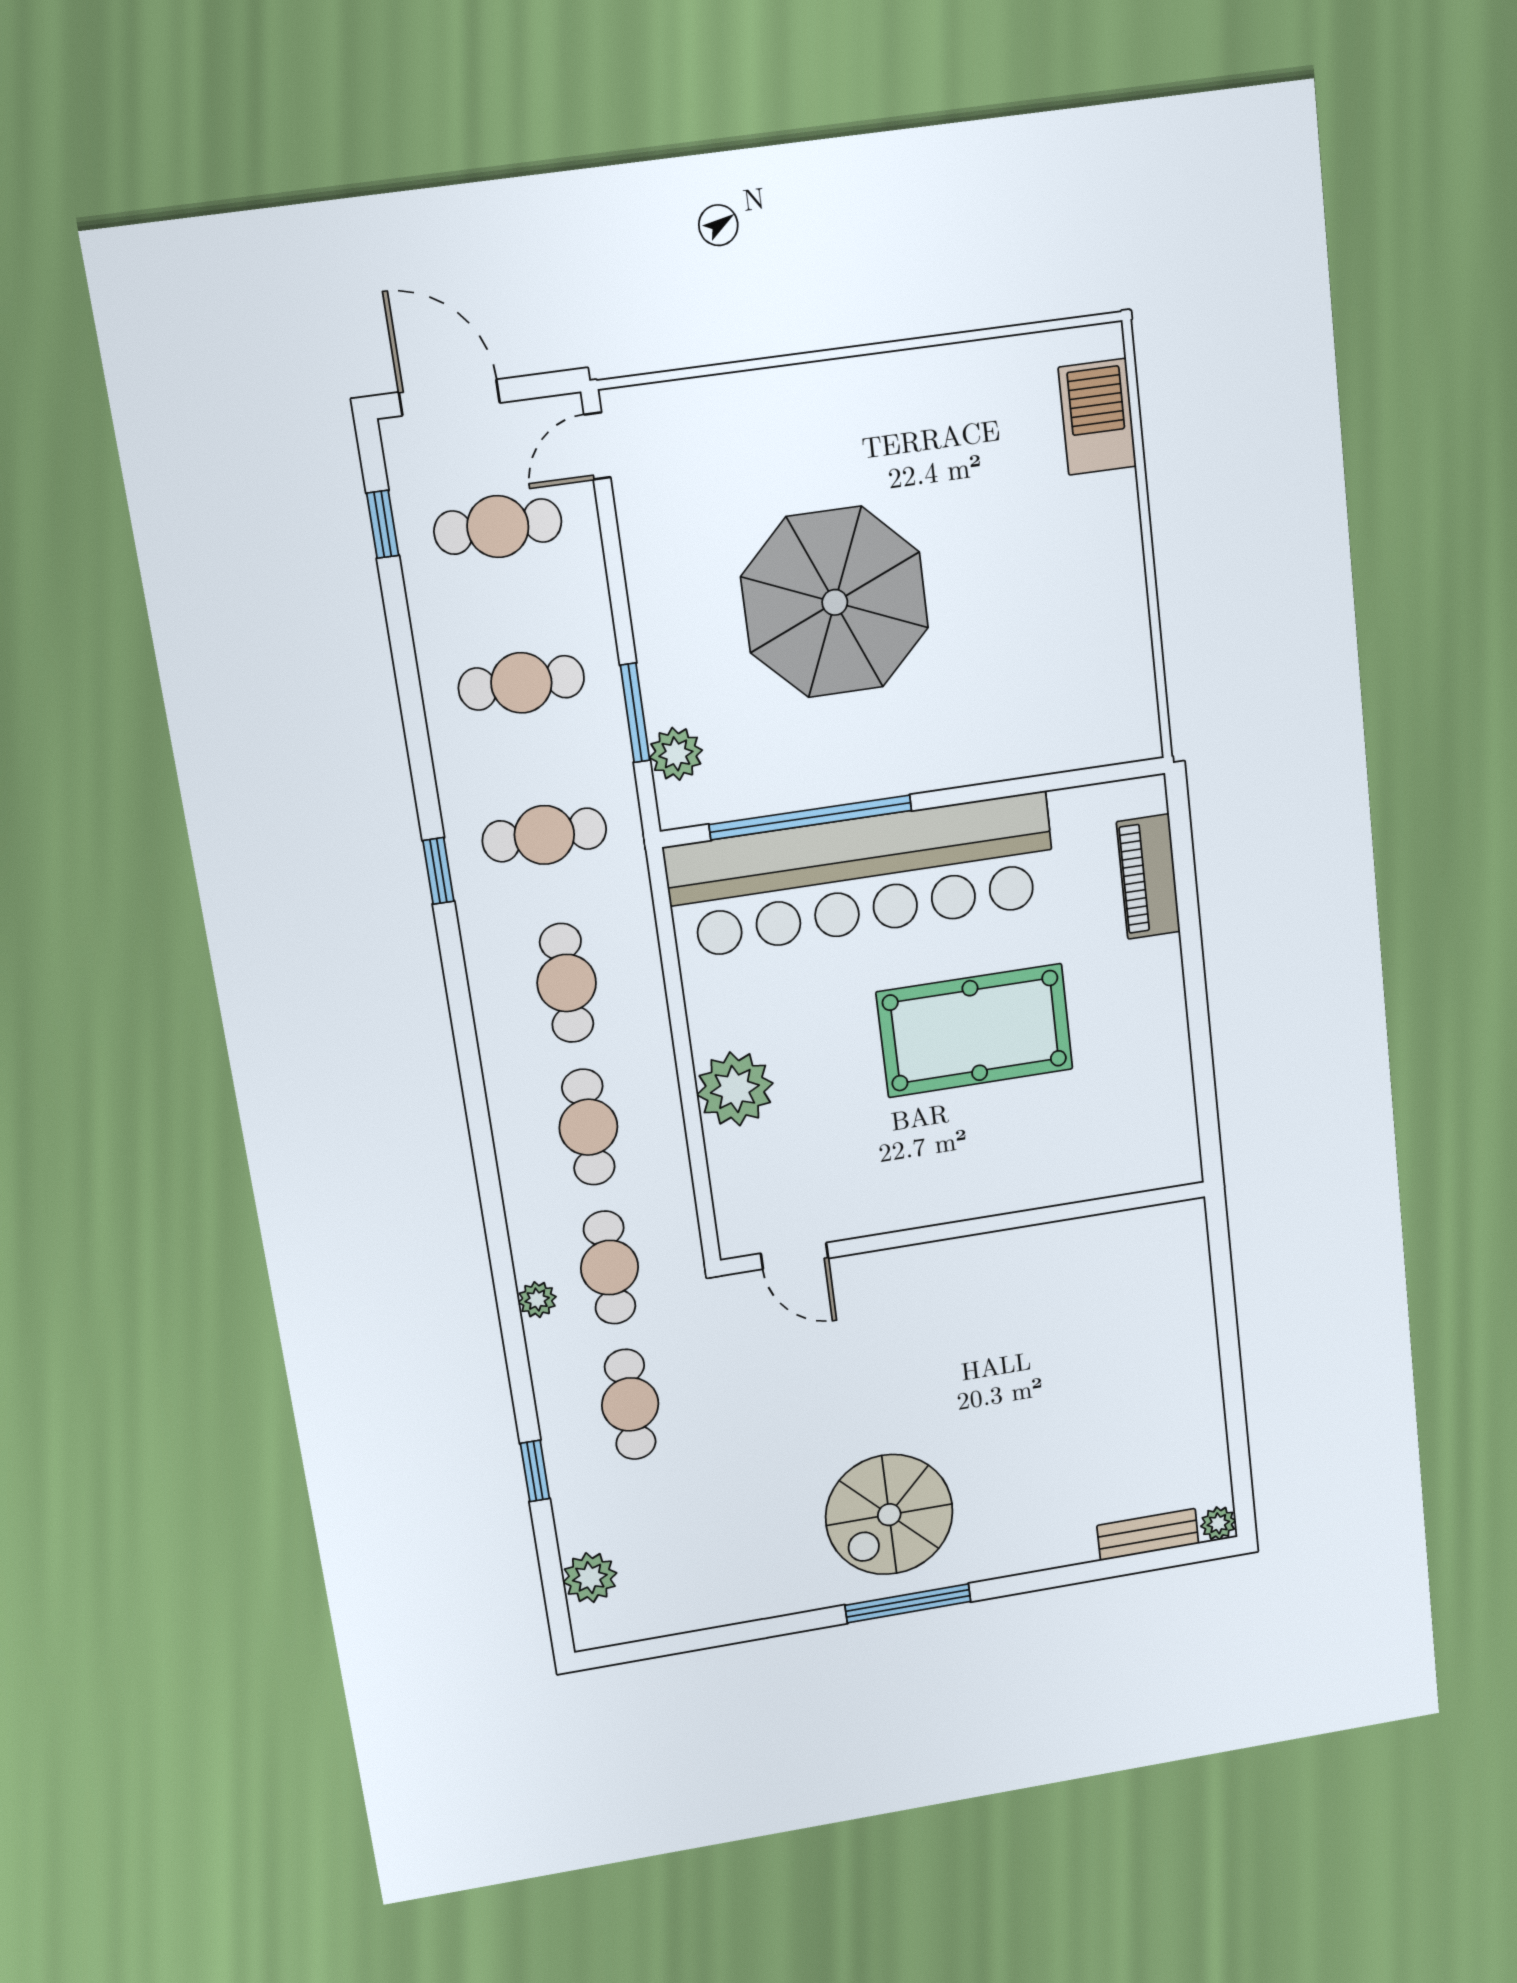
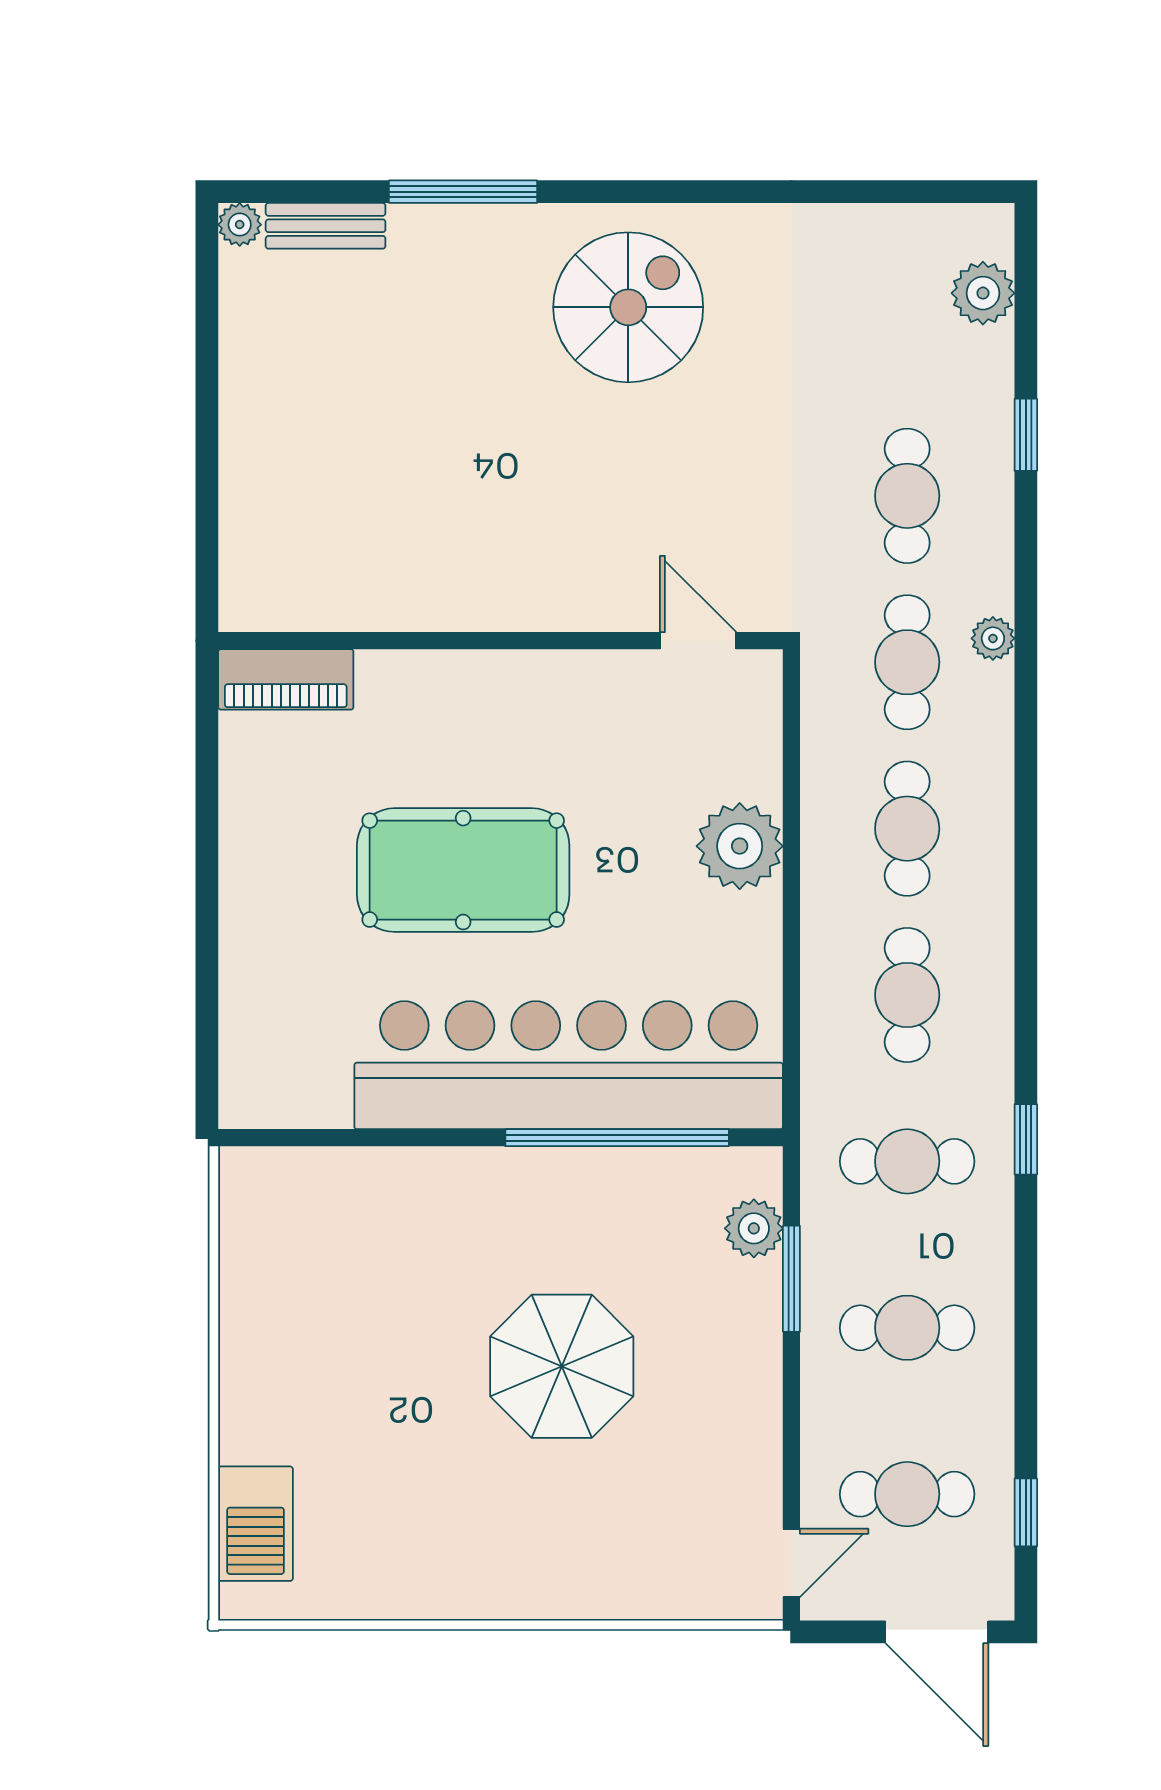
parasol: (835, 602) -> (562, 1366), width x0.73, depth x0.73
piano: (1148, 877) -> (286, 679), moved, turned 90
window: (908, 1603) -> (463, 192), moved

